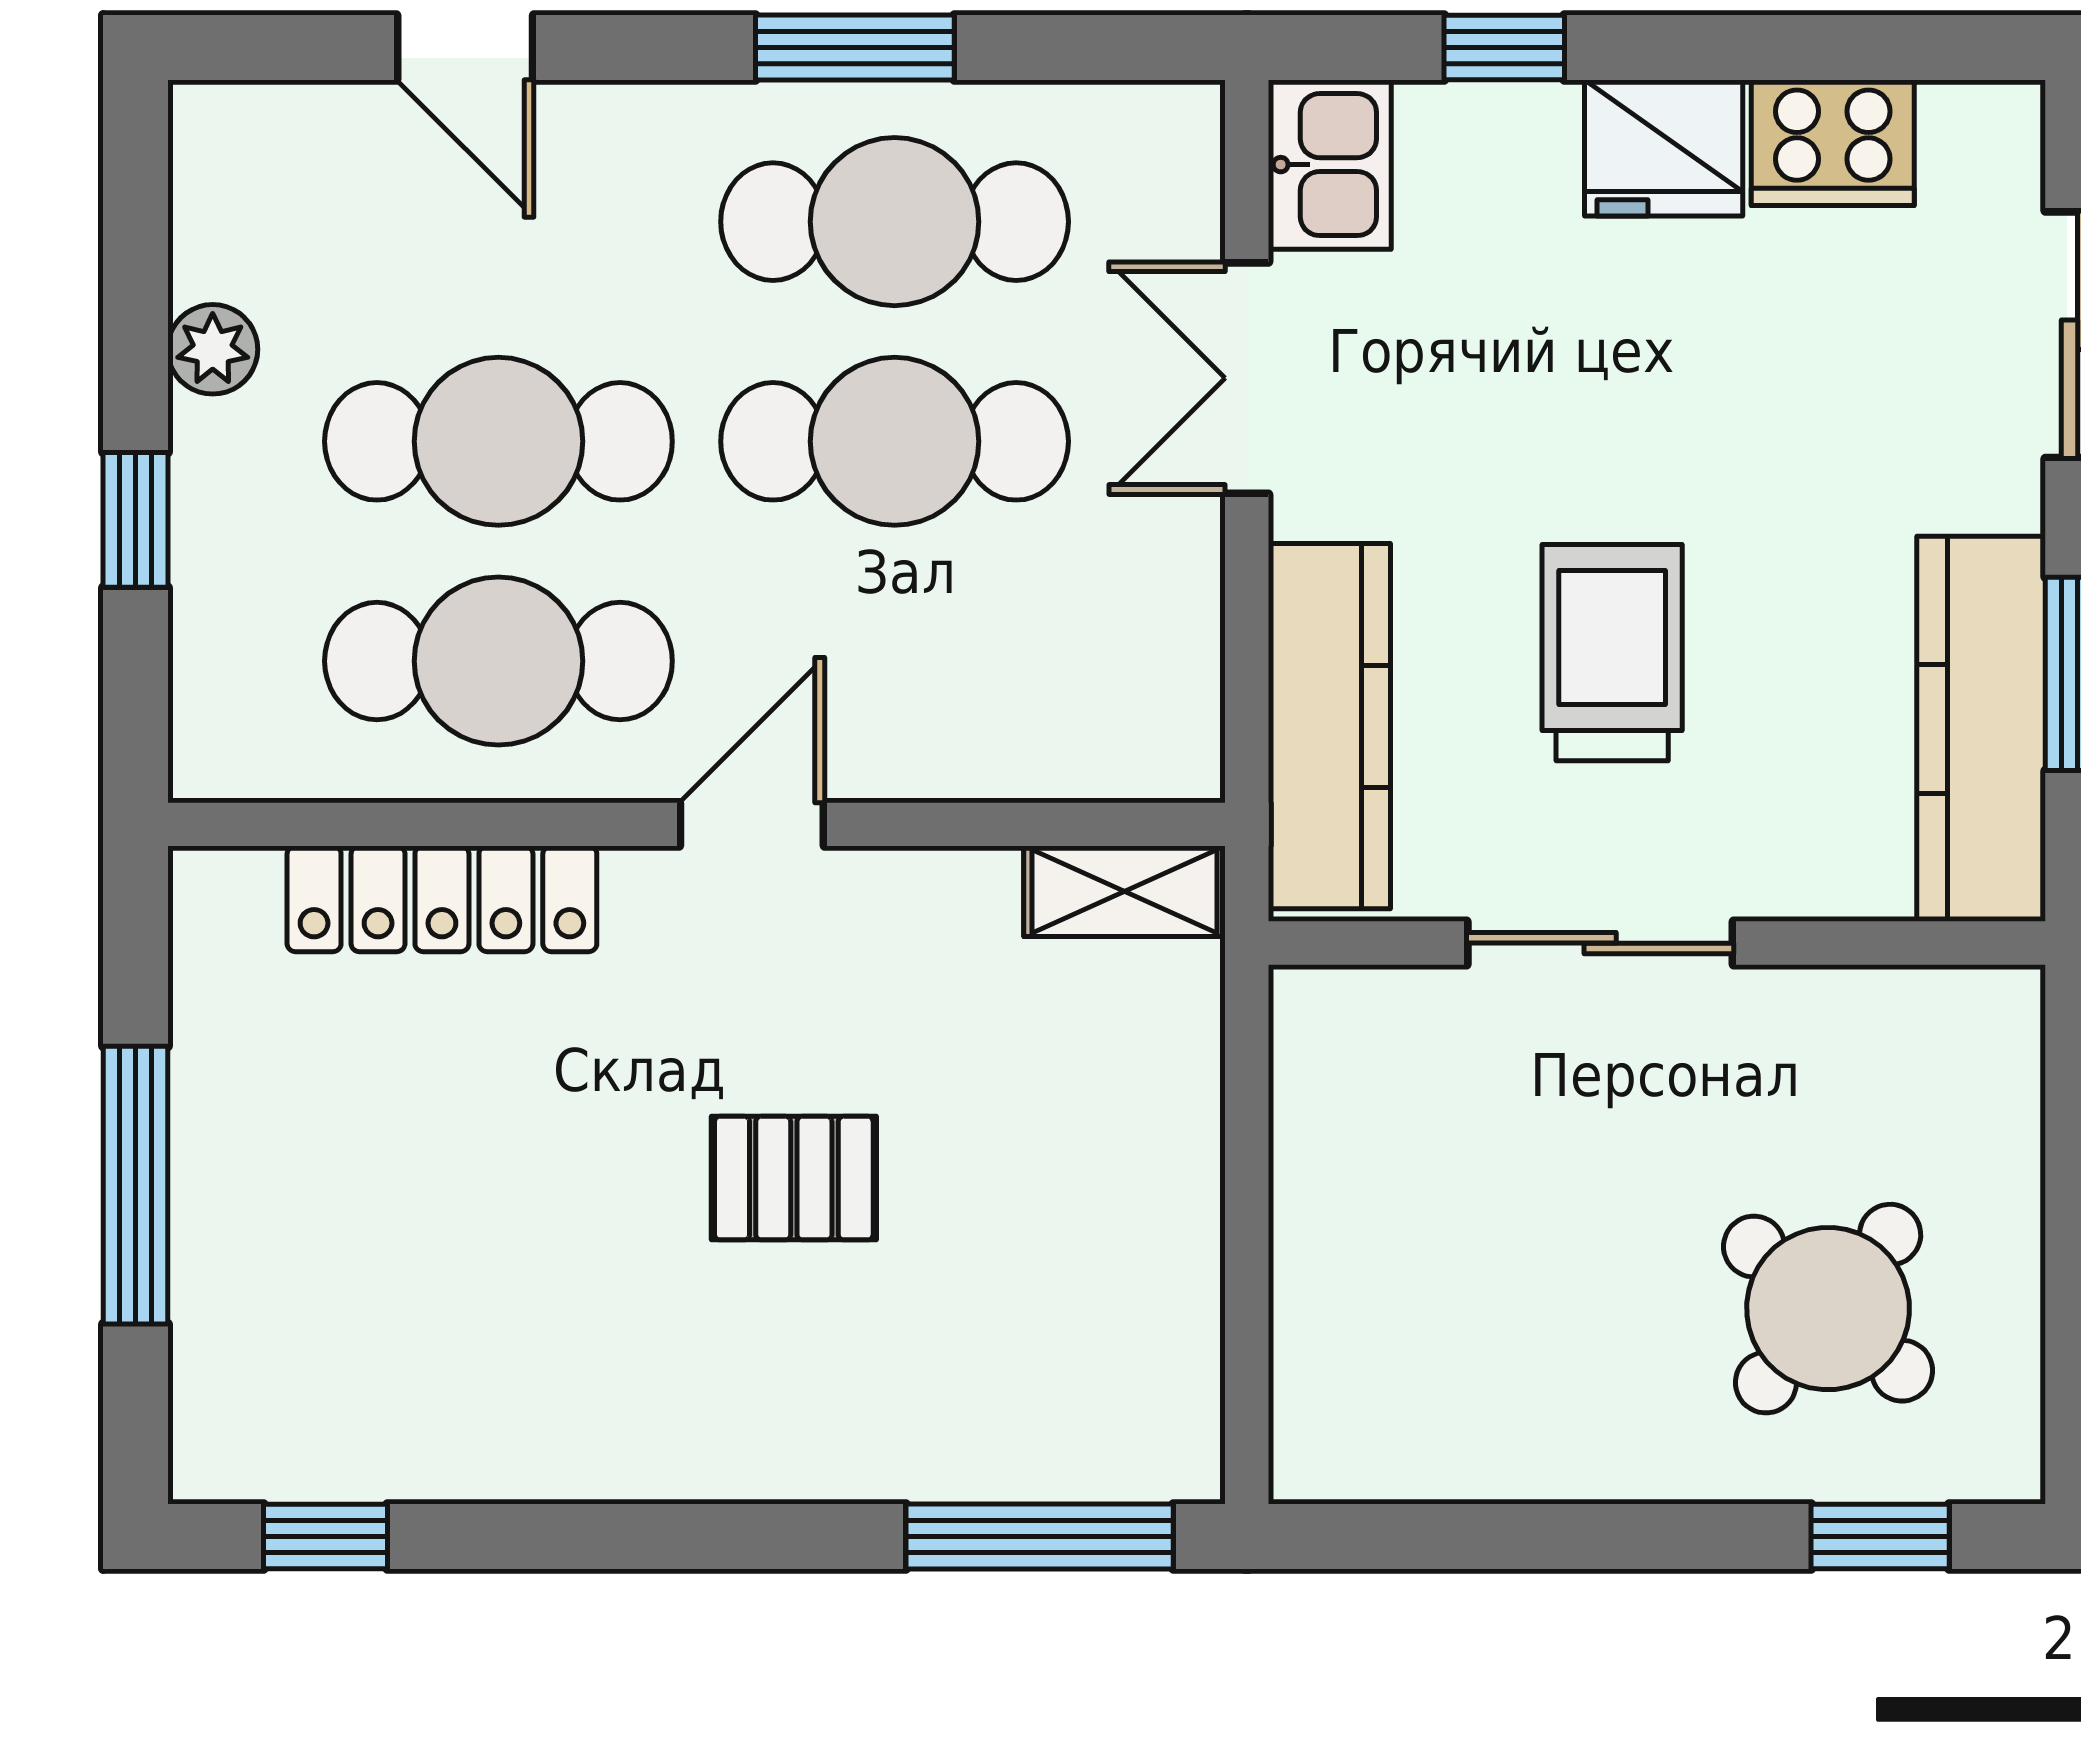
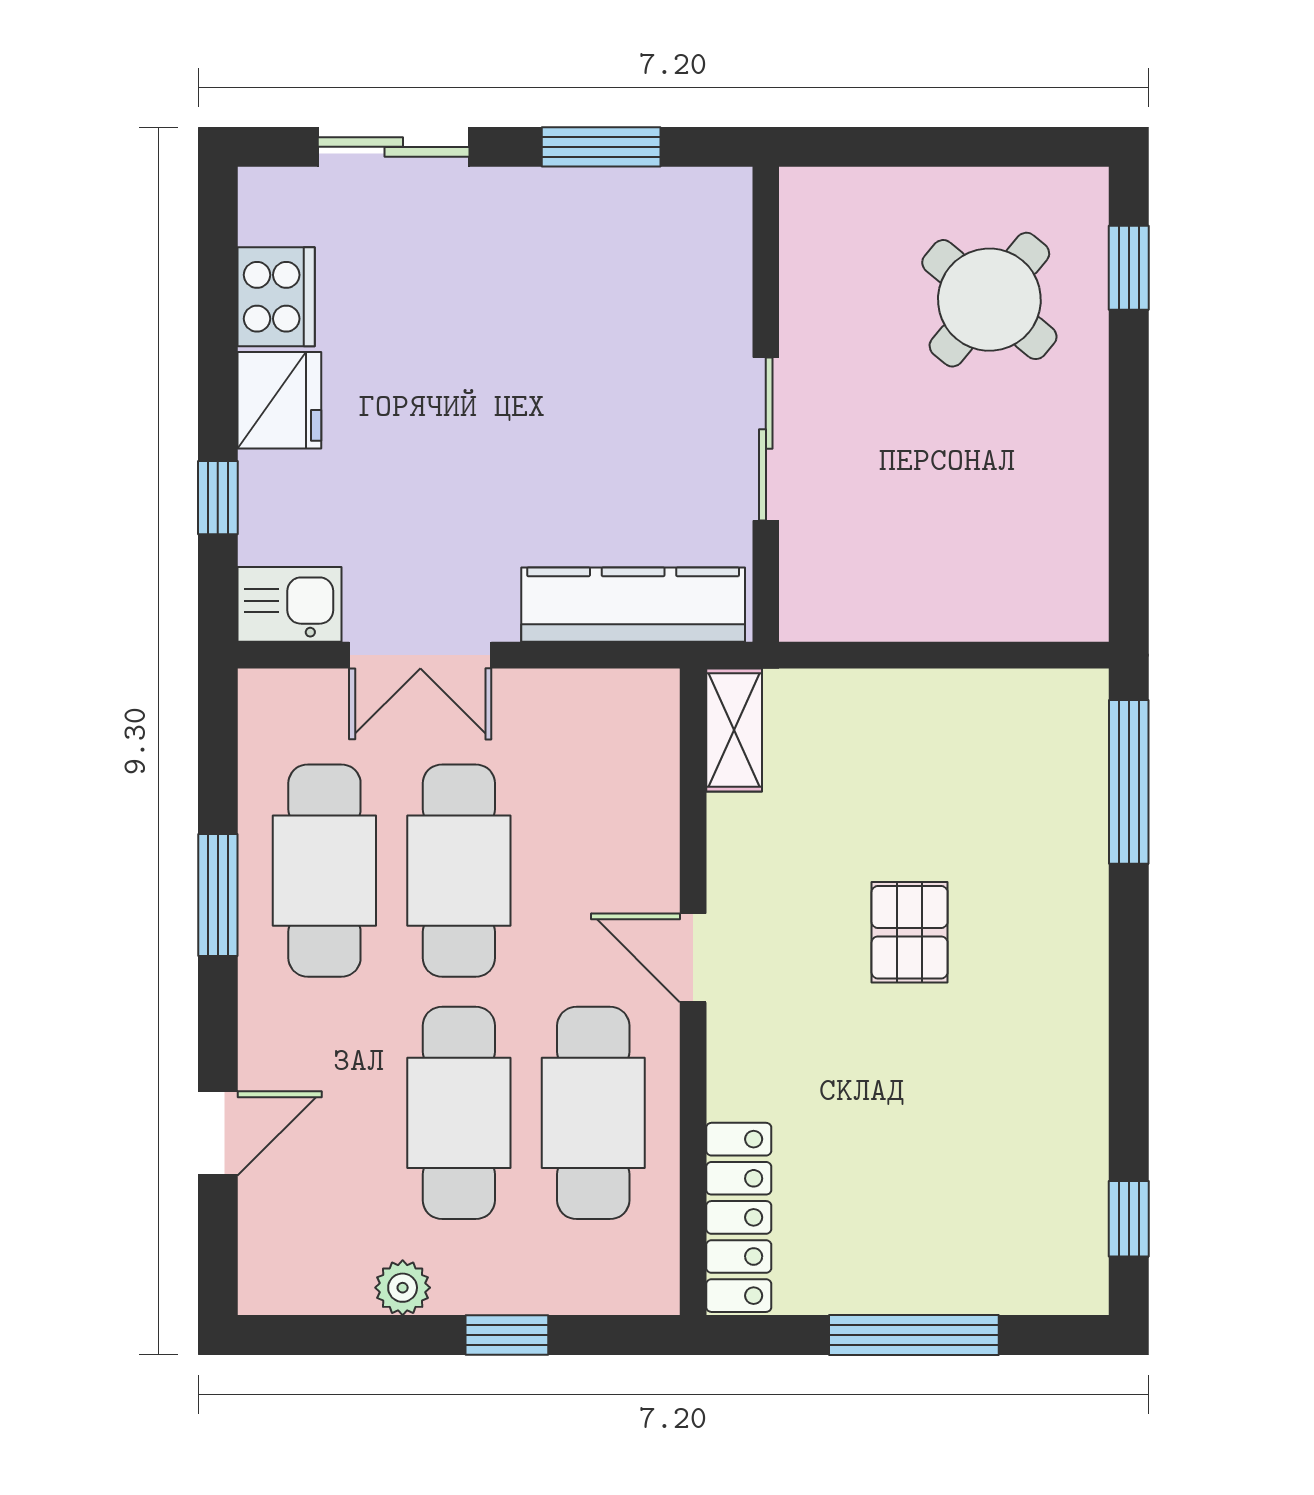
trolley: (1612, 653) -> (588, 432), removed
kitchen counter: (1981, 729) -> (635, 206), removed
locker: (442, 899) -> (739, 1217), moved

